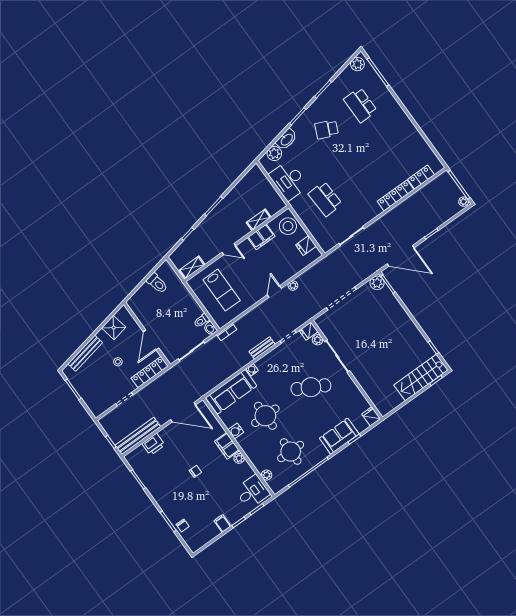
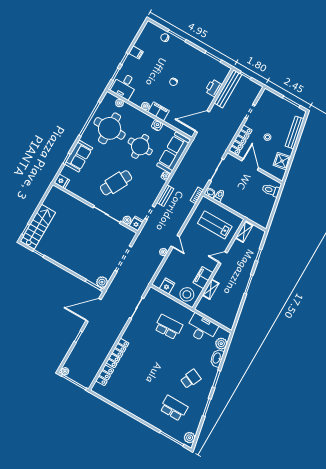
toilet: (157, 283) -> (271, 190), moved
round table: (291, 452) -> (110, 128), width x1.36, depth x1.36

